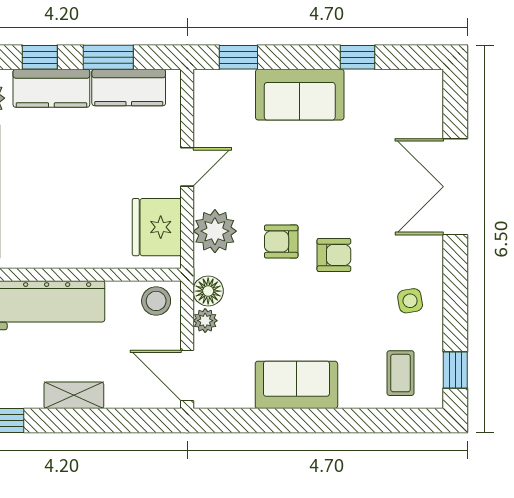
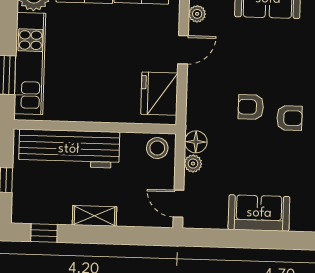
plant: (215, 231) -> (197, 14), moved, width x0.53, depth x0.53
door: (187, 375) -> (178, 204), width x0.73

